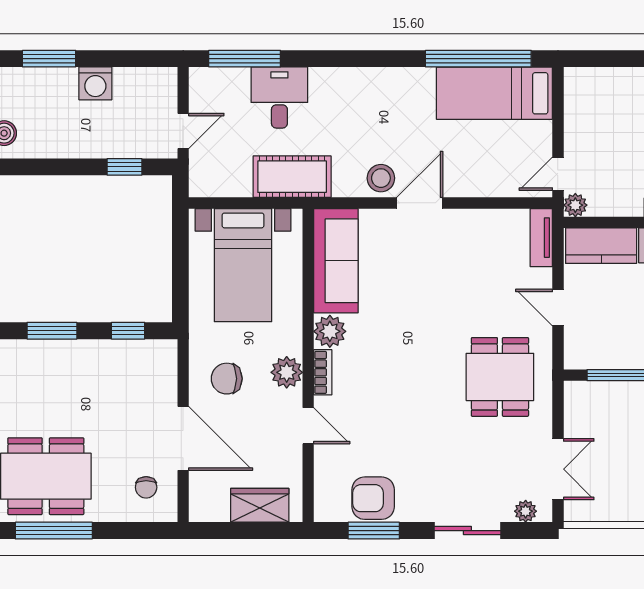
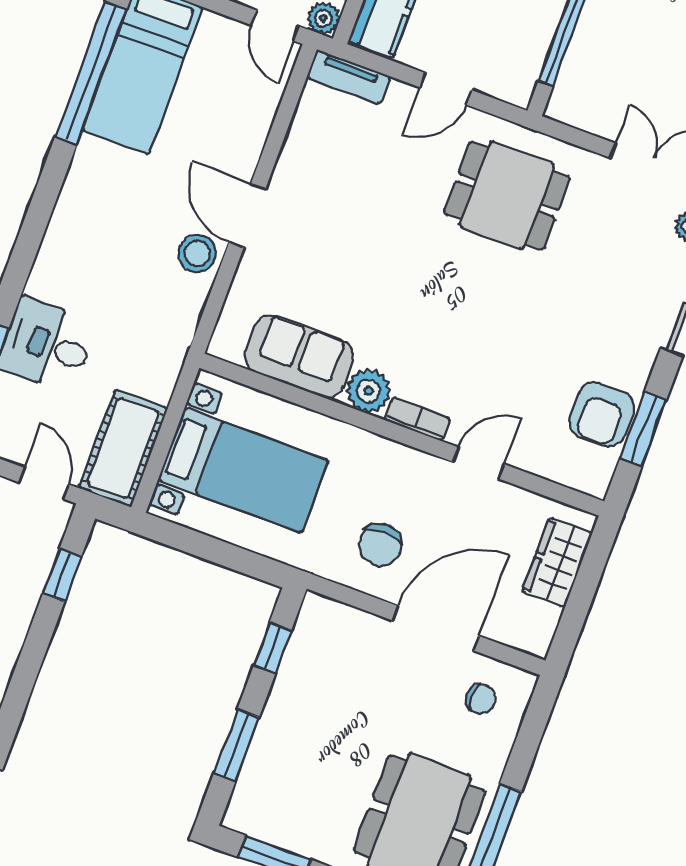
cot: (292, 177) -> (123, 448), moved
sofa: (336, 261) -> (299, 356), width x0.73
plant: (287, 372) -> (400, 465), removed

